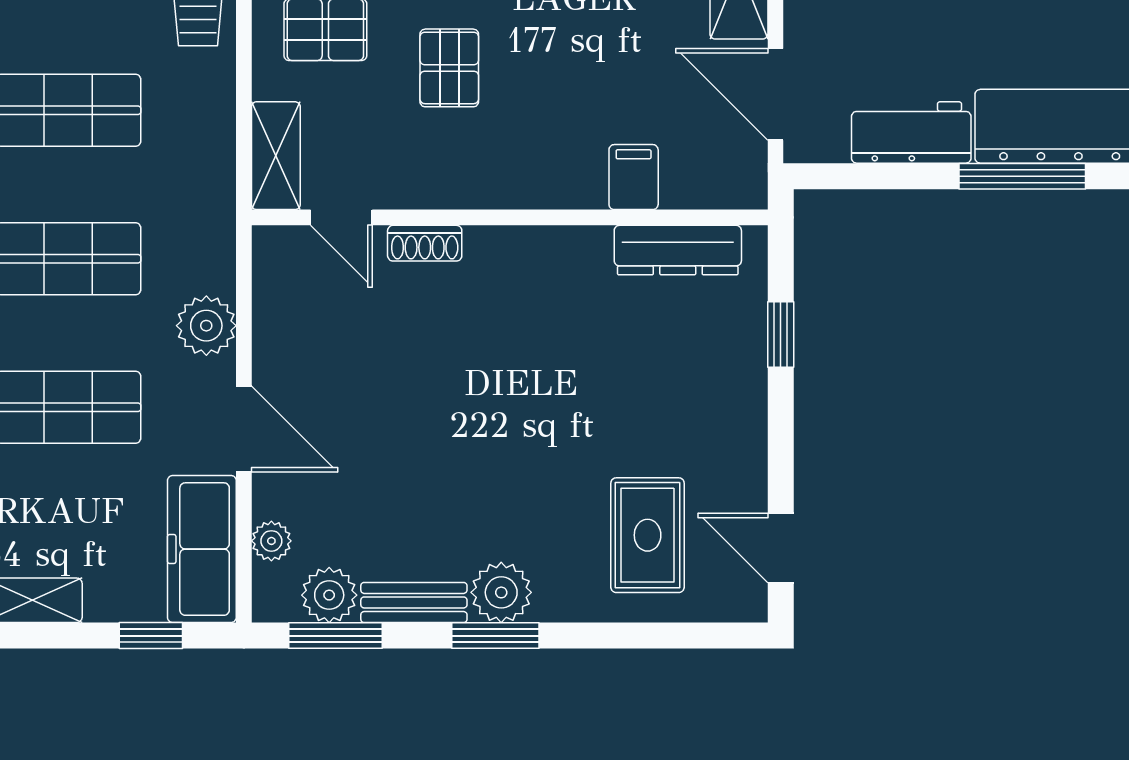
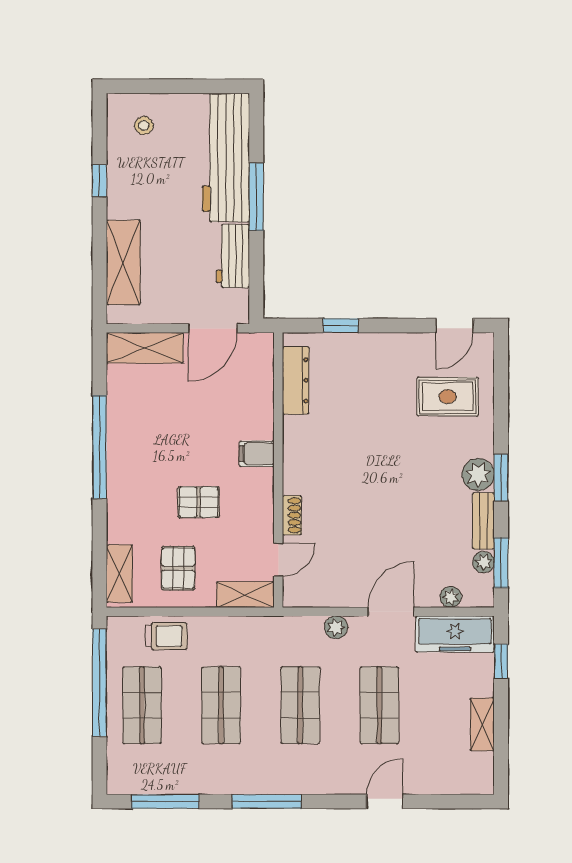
filing cabinet: (634, 177) -> (257, 454), moved
plant: (206, 326) -> (336, 627), width x0.73, depth x0.73
plant: (329, 595) -> (483, 562), width x0.73, depth x0.73

